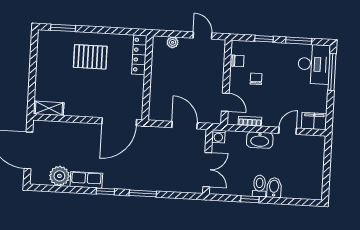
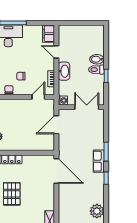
row of seats: (86, 180) -> (99, 161), moved

